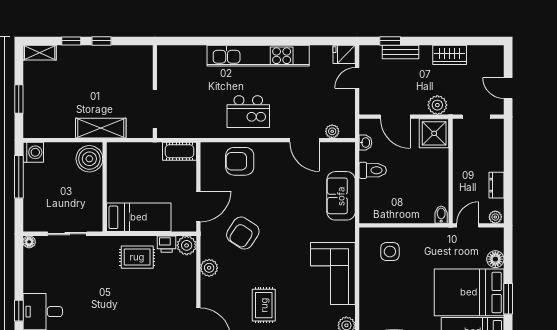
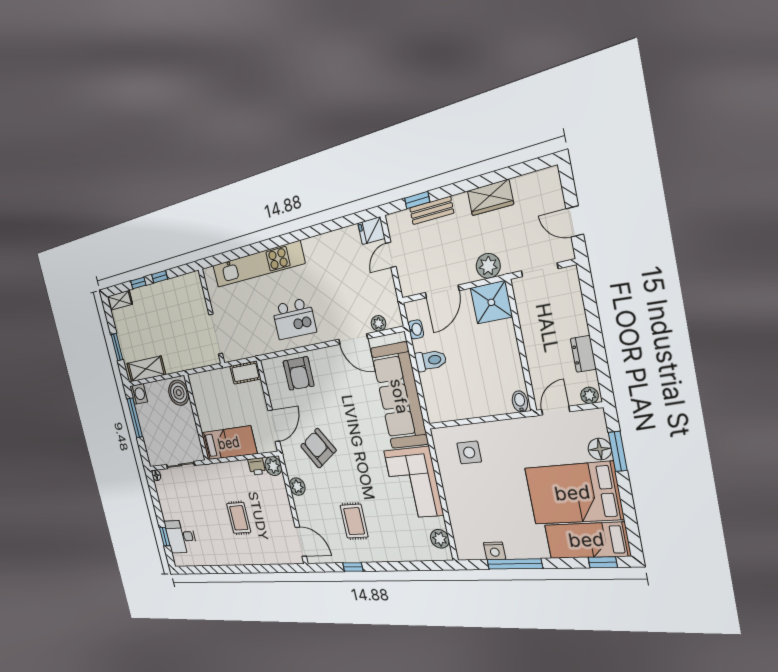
kitchen unit: (258, 56) -> (258, 265), moved
door: (395, 117) -> (442, 292), hinge flipped
shelving: (101, 128) -> (146, 369), moved
armchair: (240, 161) -> (298, 373), turned -90
sofa: (341, 196) -> (399, 396), width x1.85, depth x1.27
armchair: (243, 233) -> (318, 448), turned 114
rug: (137, 257) -> (239, 518), moved, turned 90
window: (508, 299) -> (618, 451), moved

